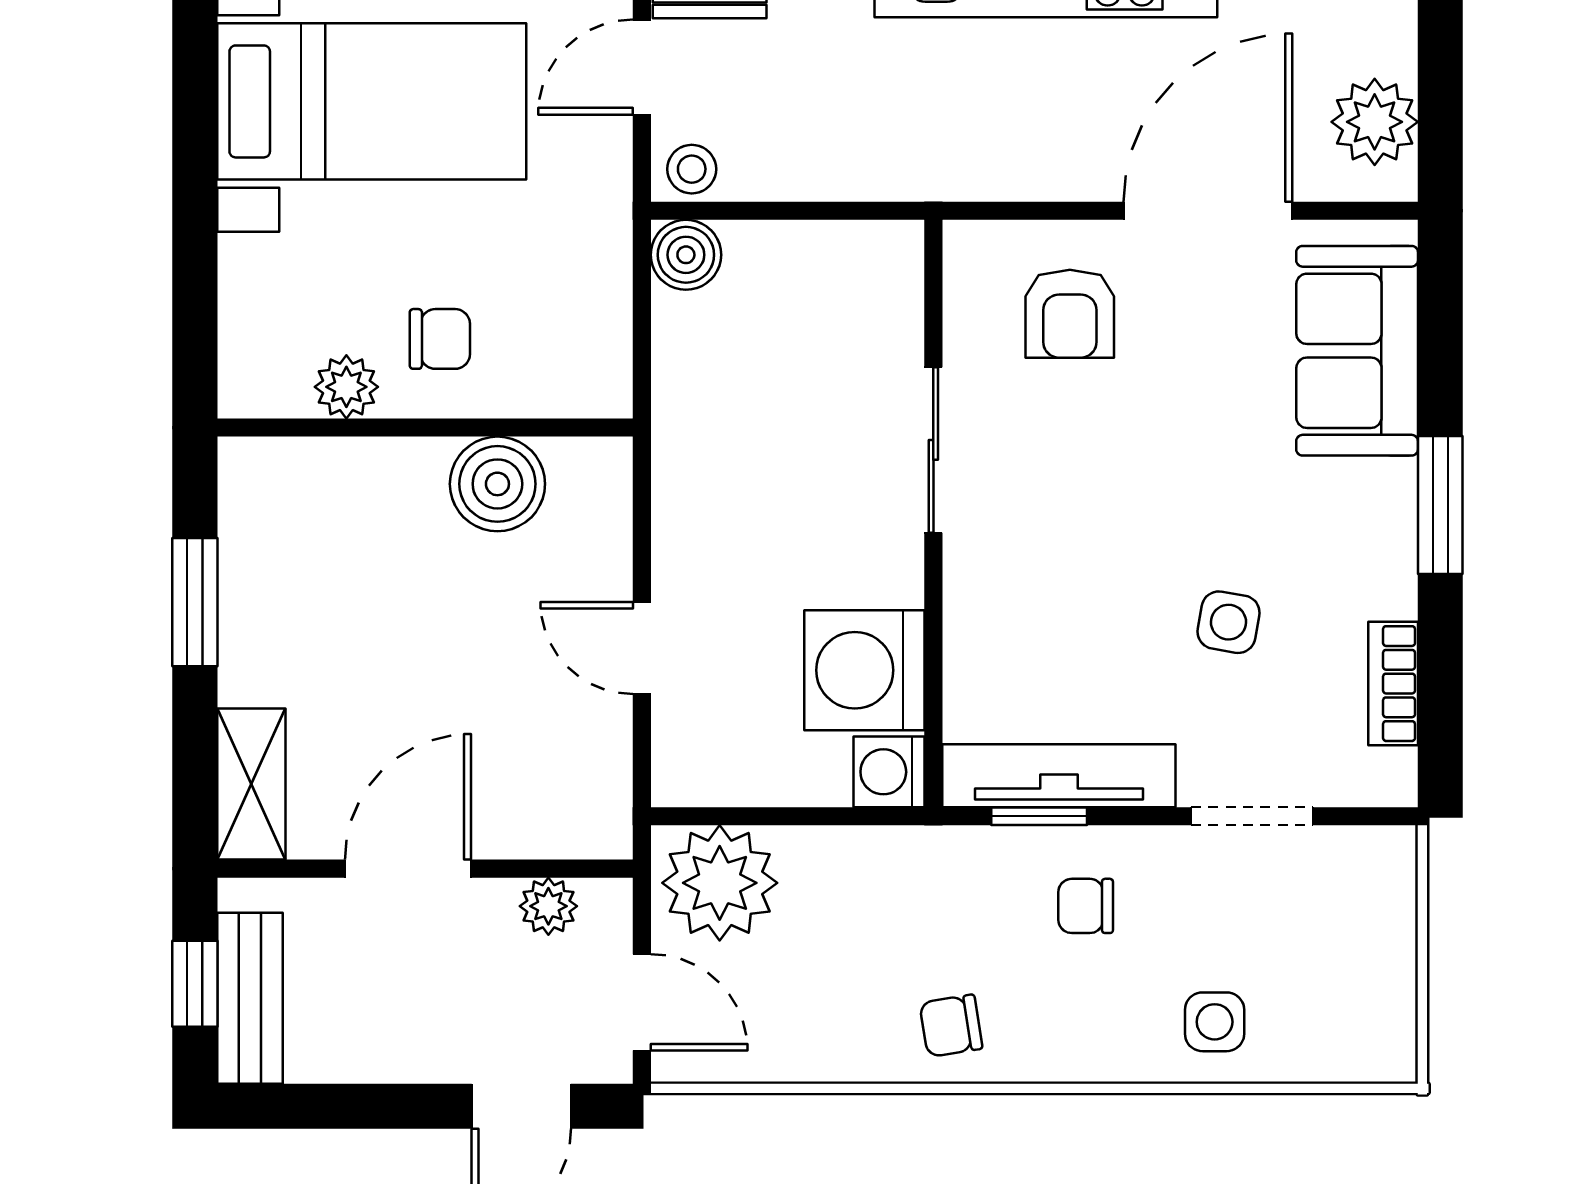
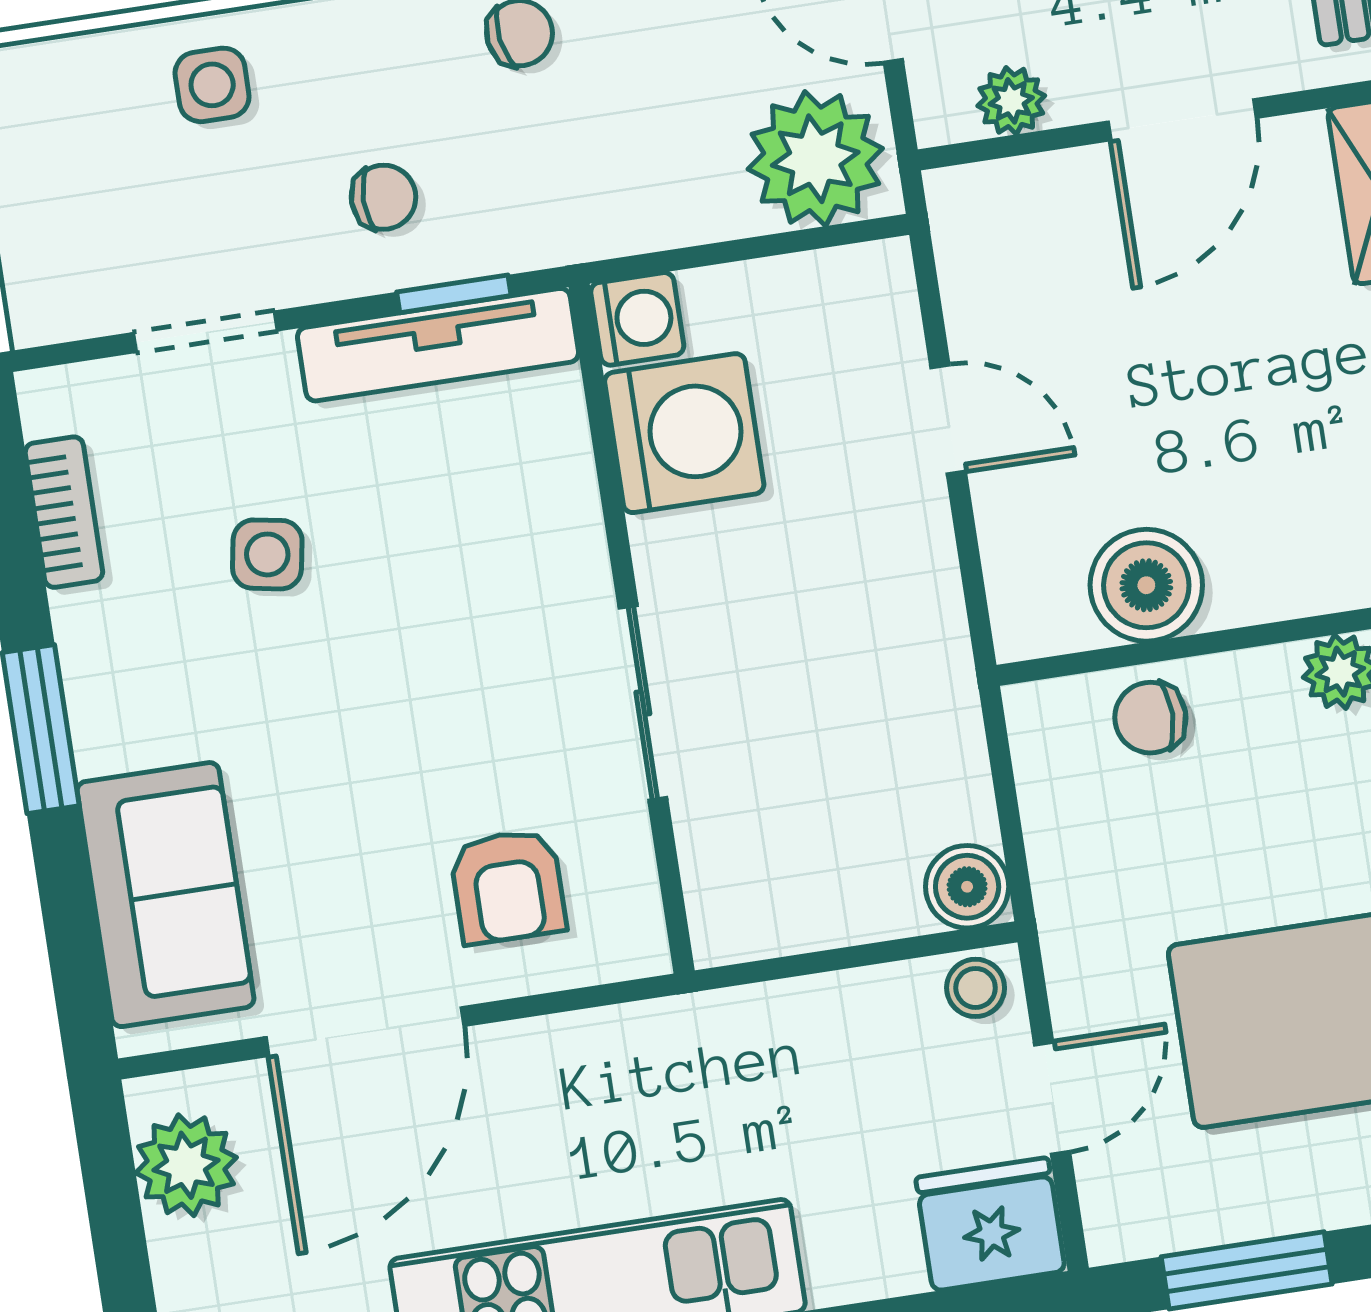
armchair: (1070, 314) -> (508, 886), turned 180
chair: (440, 339) -> (1150, 718), moved

